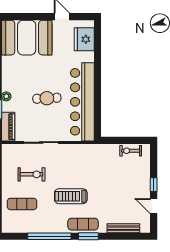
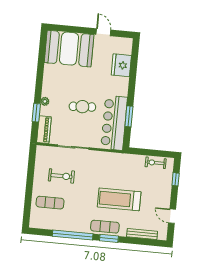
fridge: (84, 39) -> (121, 65), moved
bar counter: (82, 102) -> (114, 123), width x0.73
window: (97, 104) -> (129, 116), added
window: (154, 185) -> (176, 179), moved
treadmill: (71, 196) -> (119, 199), moved, width x1.37, depth x1.38

